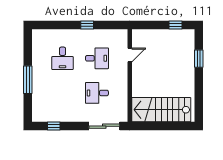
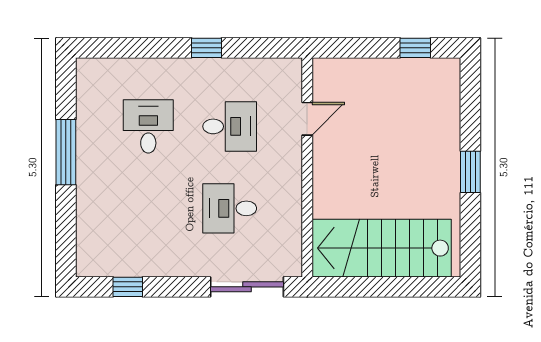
desk: (63, 58) -> (148, 126), turned 180
window: (199, 59) -> (470, 172), moved
window: (28, 80) -> (66, 152), moved

